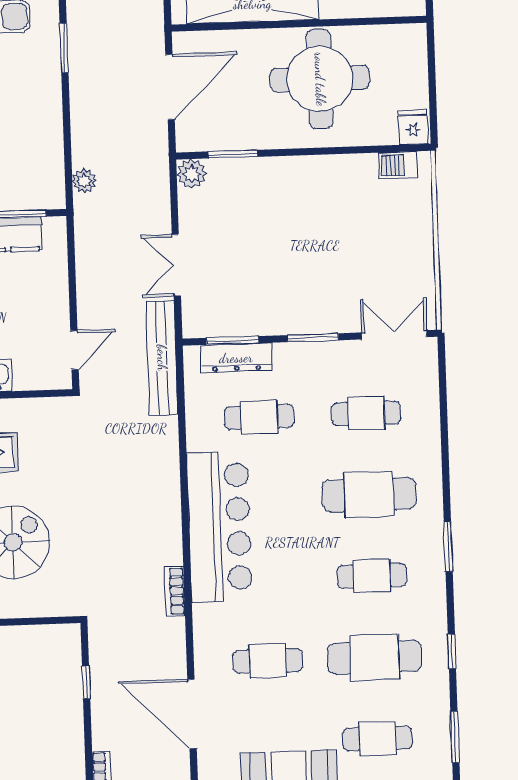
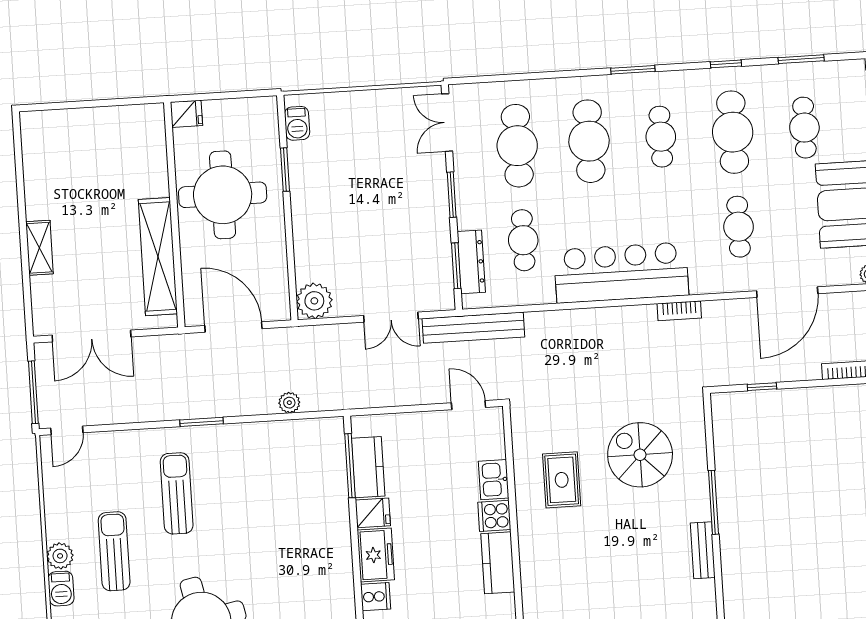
fridge: (413, 127) -> (186, 114), moved, turned 180
window: (233, 154) -> (285, 170), moved
plant: (192, 174) -> (314, 301), width x1.36, depth x1.36
plant: (84, 181) -> (289, 403), moved
cafe table: (366, 413) -> (517, 146), width x1.37, depth x1.35

